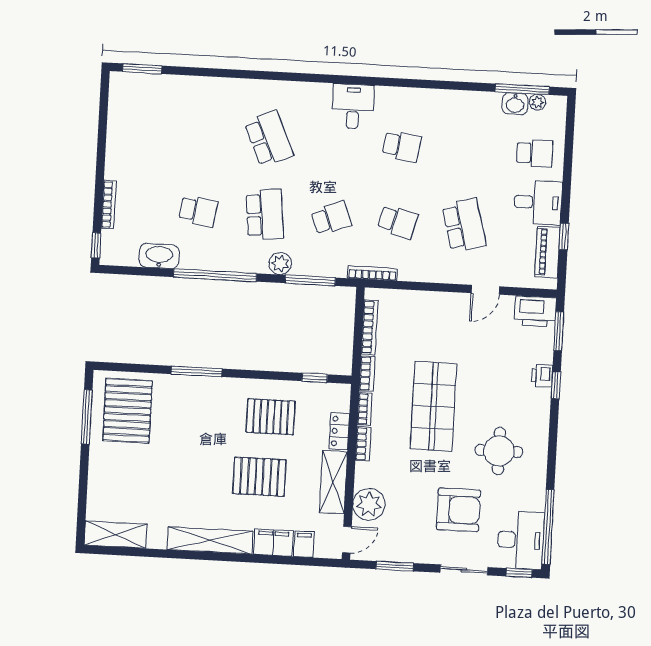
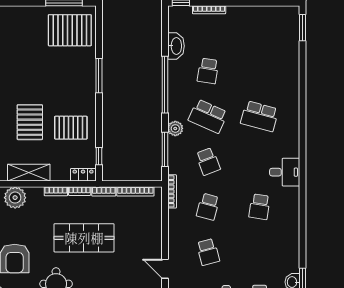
school desk: (269, 139) -> (260, 116), turned 39
school desk: (265, 215) -> (208, 116), turned 30
school desk: (464, 225) -> (208, 252), width x0.54
pallet: (271, 417) -> (71, 128), turned 90
locker: (339, 431) -> (83, 175), moved

